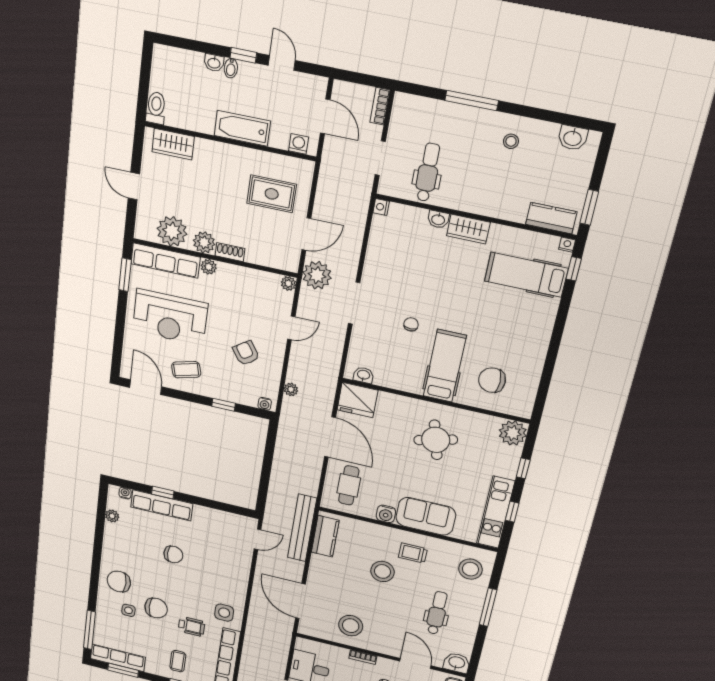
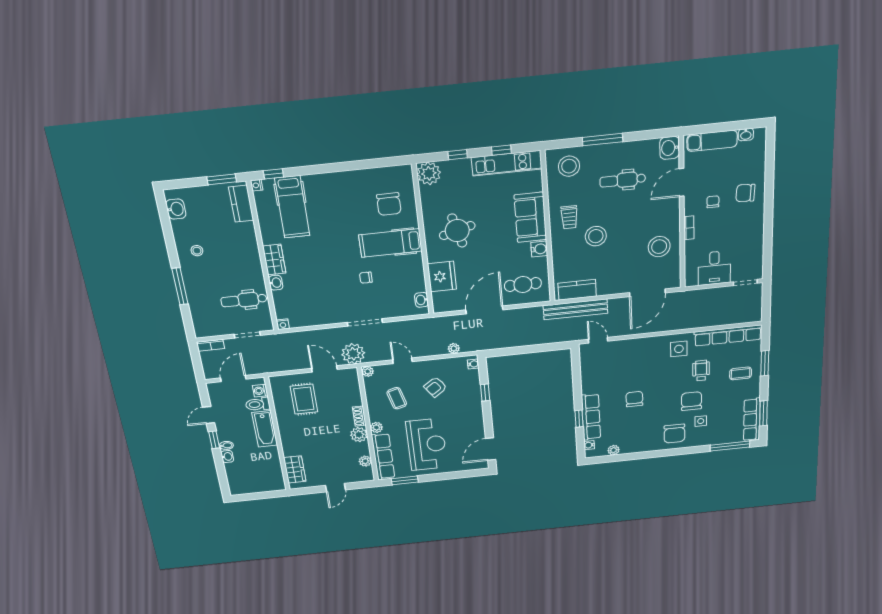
toilet: (156, 108) -> (258, 404), moved
plant: (172, 231) -> (365, 461), width x0.53, depth x0.53
coffee table: (186, 370) -> (397, 398), moved
fridge: (358, 400) -> (442, 276), moved

